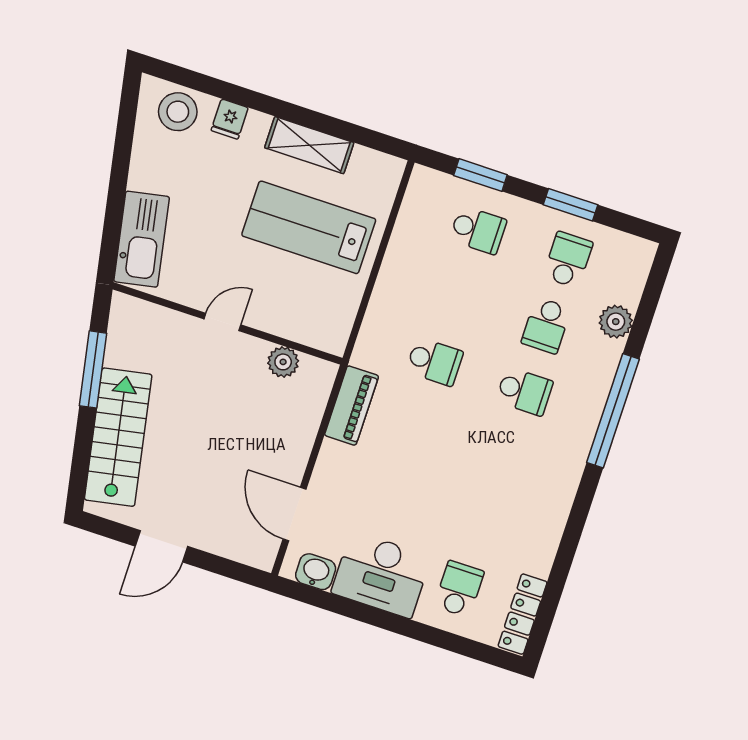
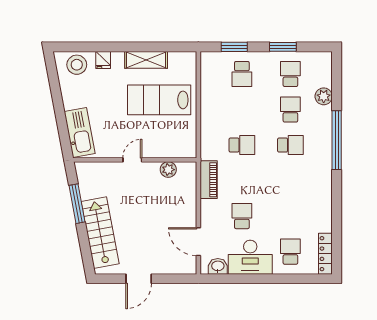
school desk: (478, 230) -> (242, 74), turned 90
school desk: (546, 326) -> (290, 109), turned 180
school desk: (391, 493) -> (242, 216), added

